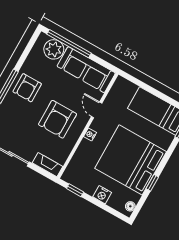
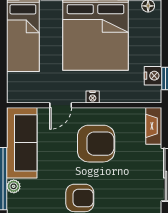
plant: (54, 49) -> (14, 186), width x0.53, depth x0.53
nightstand: (102, 195) -> (153, 76), moved

